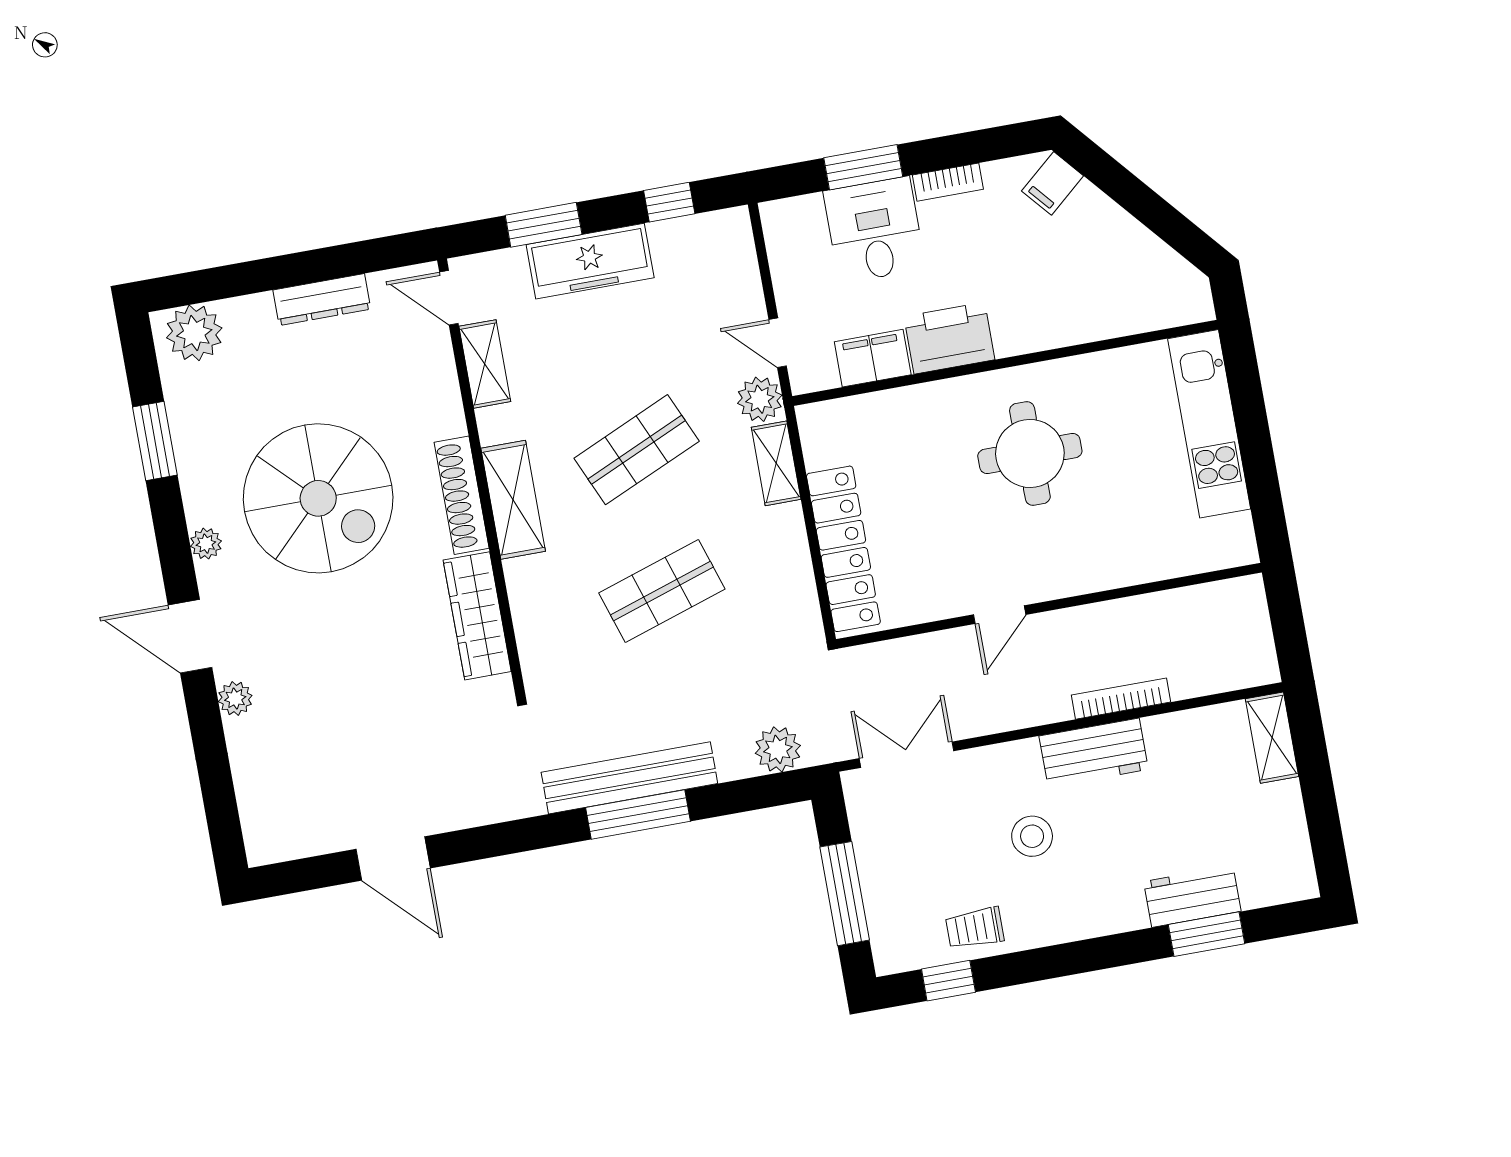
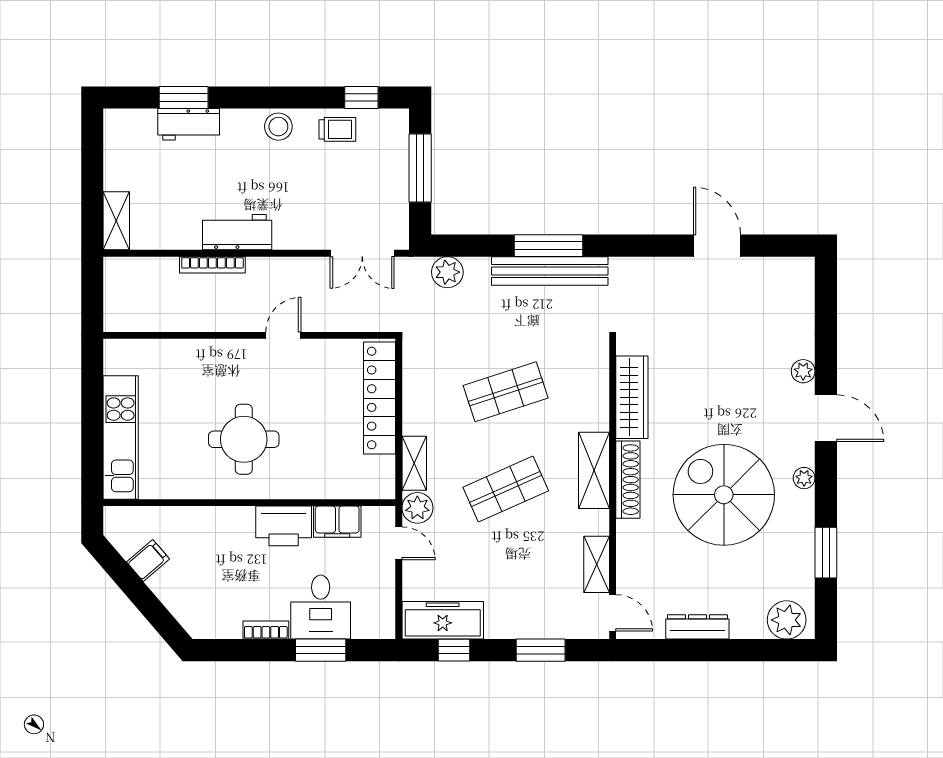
filing cabinet: (1053, 183) -> (148, 560), moved
freezer: (590, 261) -> (443, 620), moved
stool: (1032, 836) -> (278, 127), moved

